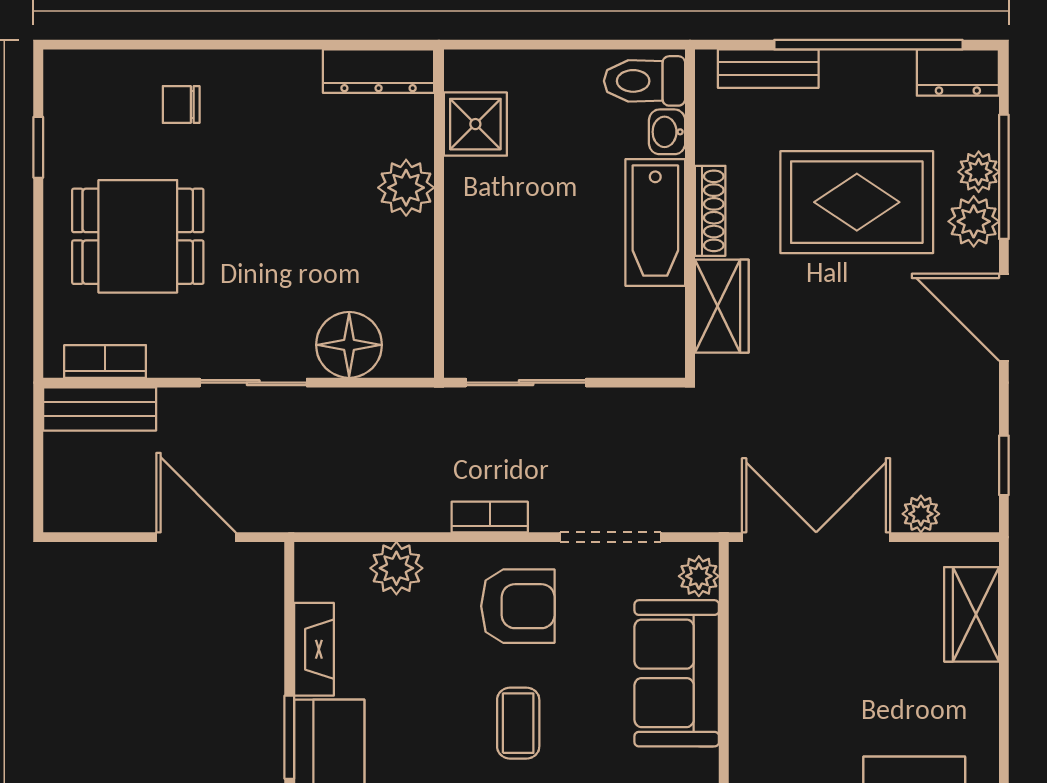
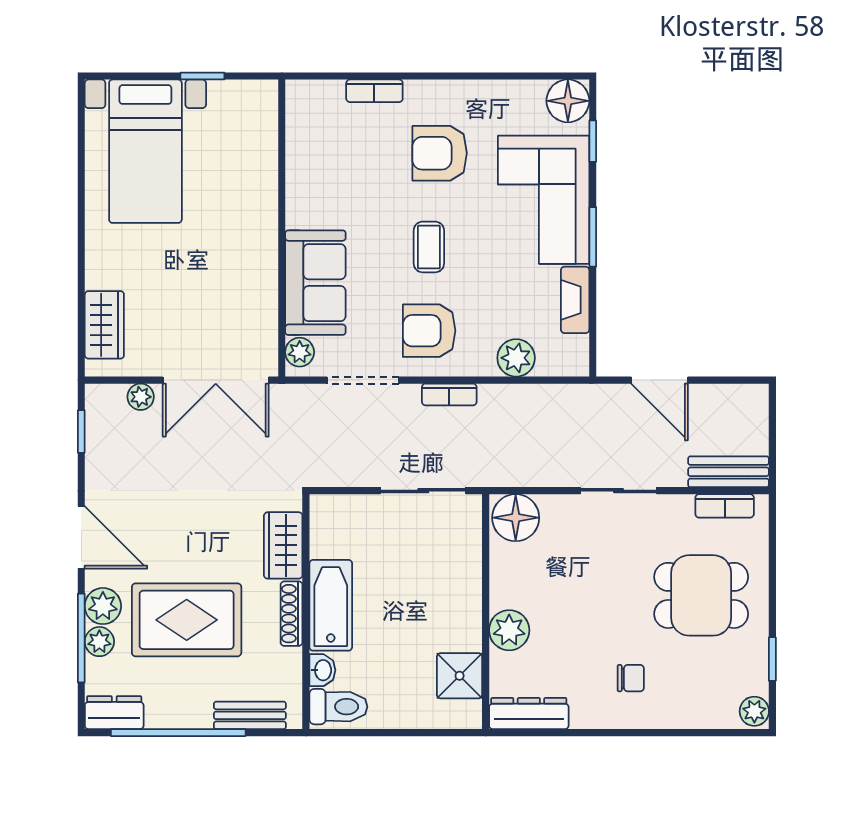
plant: (64, 74) -> (754, 711), added
chair: (181, 105) -> (631, 678), moved
floor lamp: (349, 345) -> (516, 518), moved

